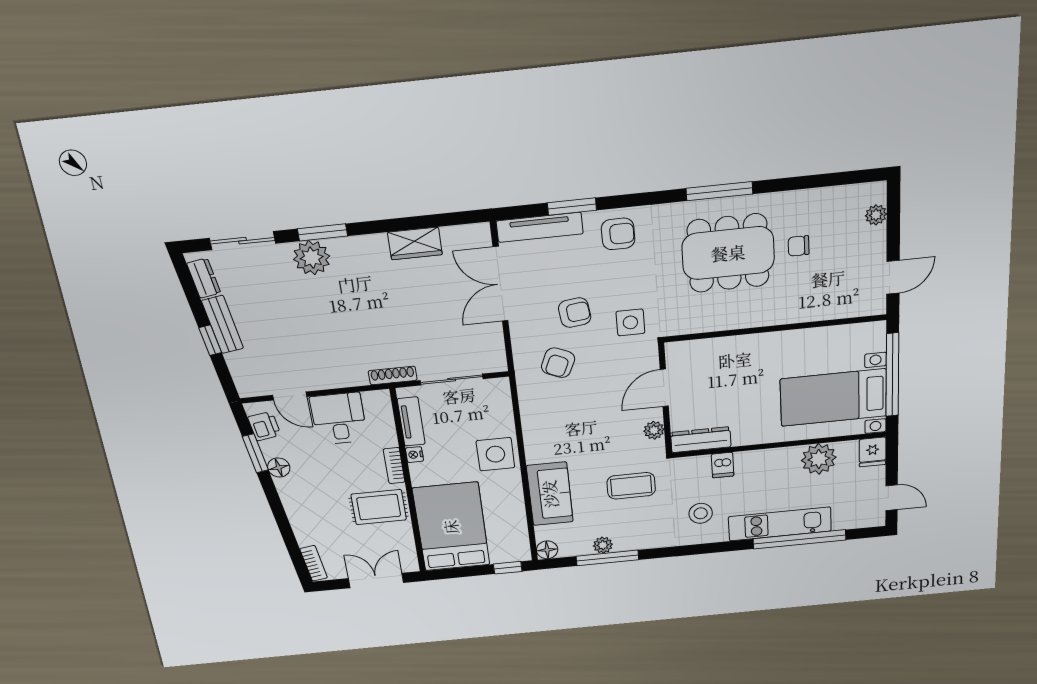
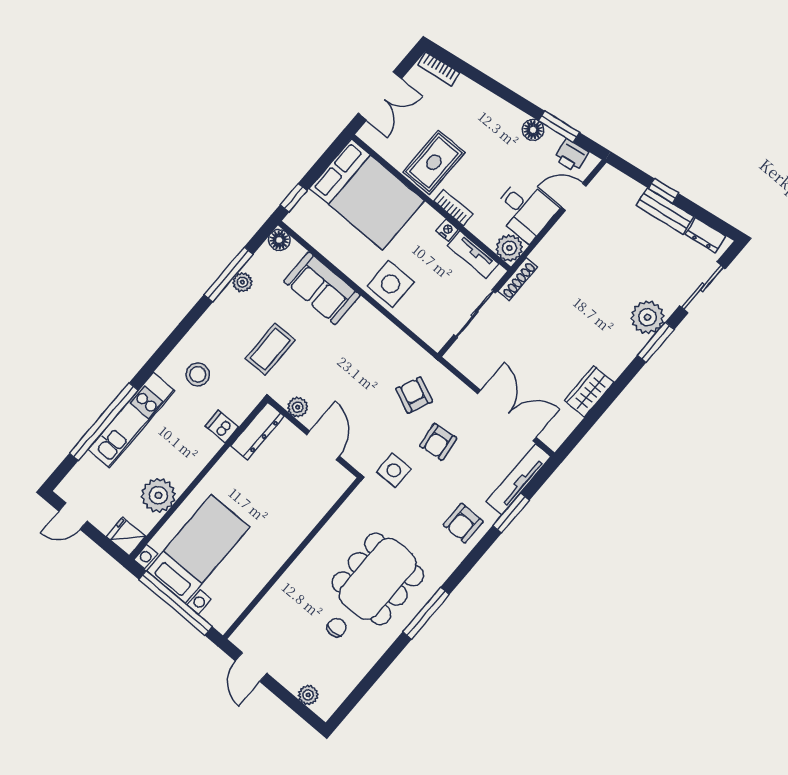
plant: (378, 403) -> (509, 248), added

